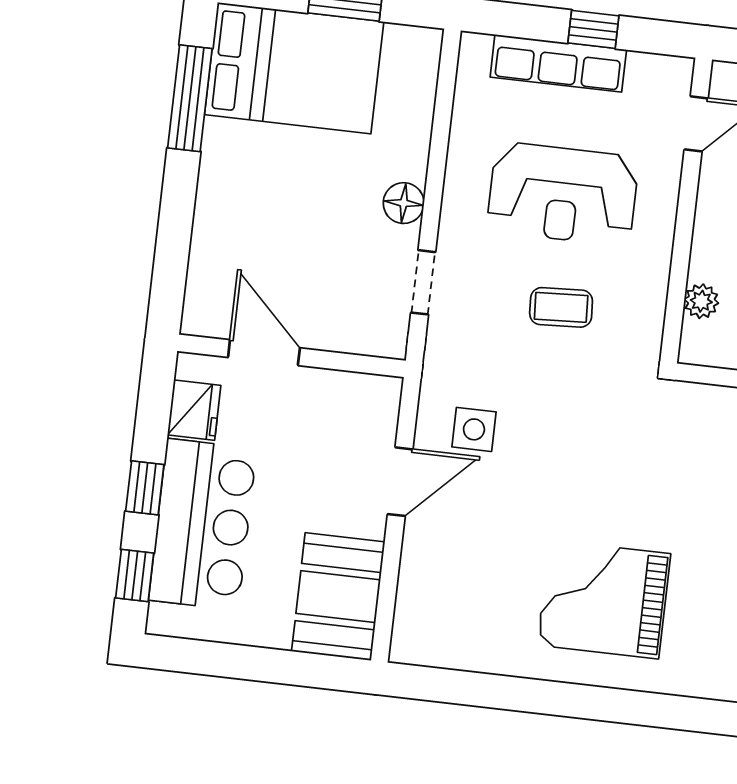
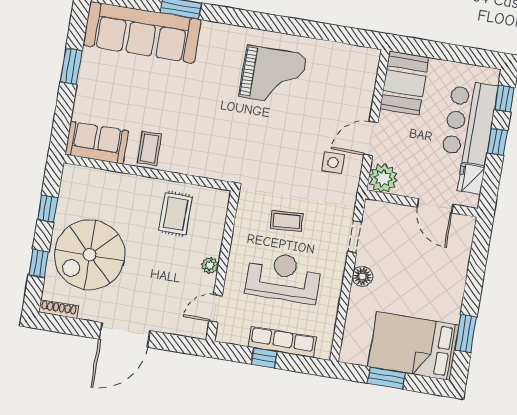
window: (190, 98) -> (466, 334), width x0.69
plant: (701, 301) -> (210, 265), moved
plant: (372, 403) -> (383, 178), added

